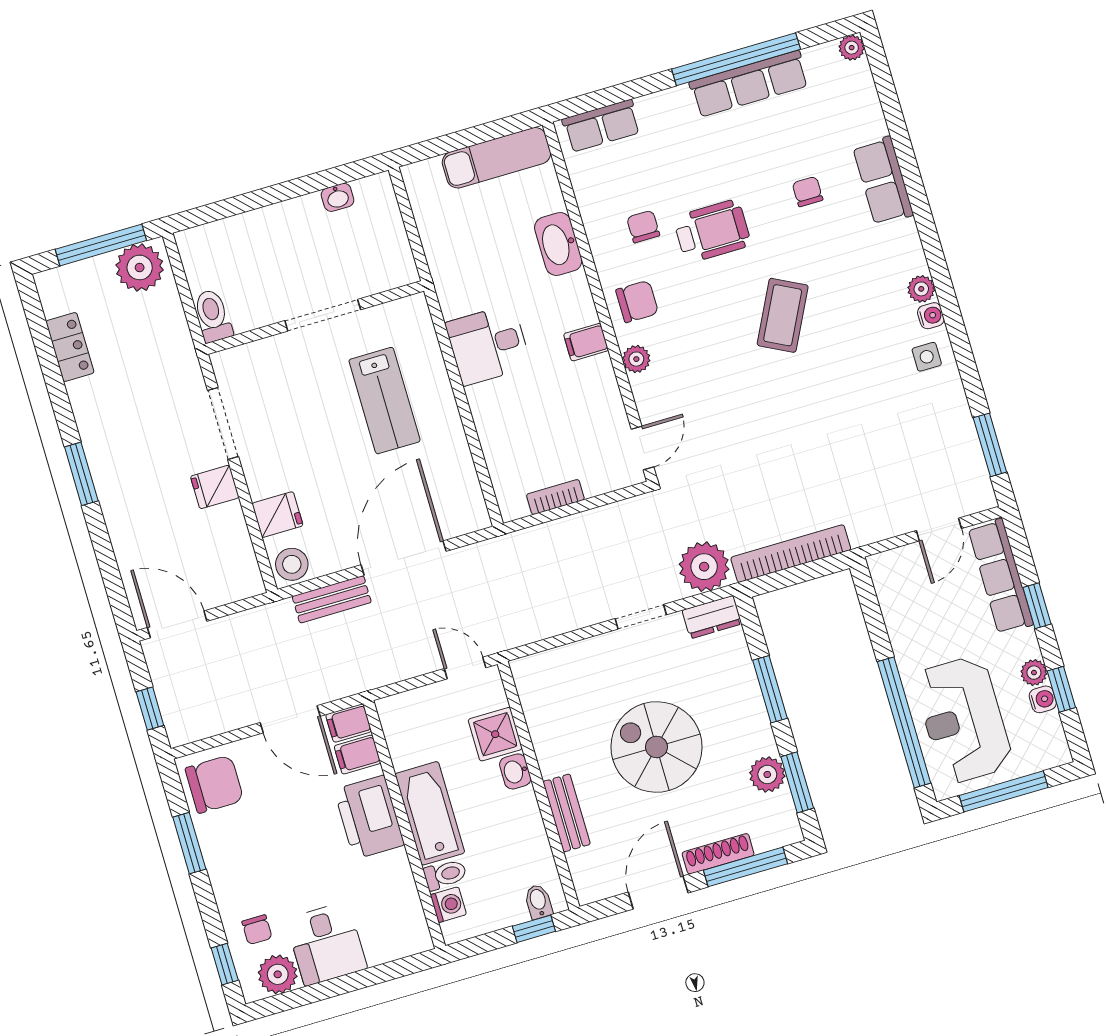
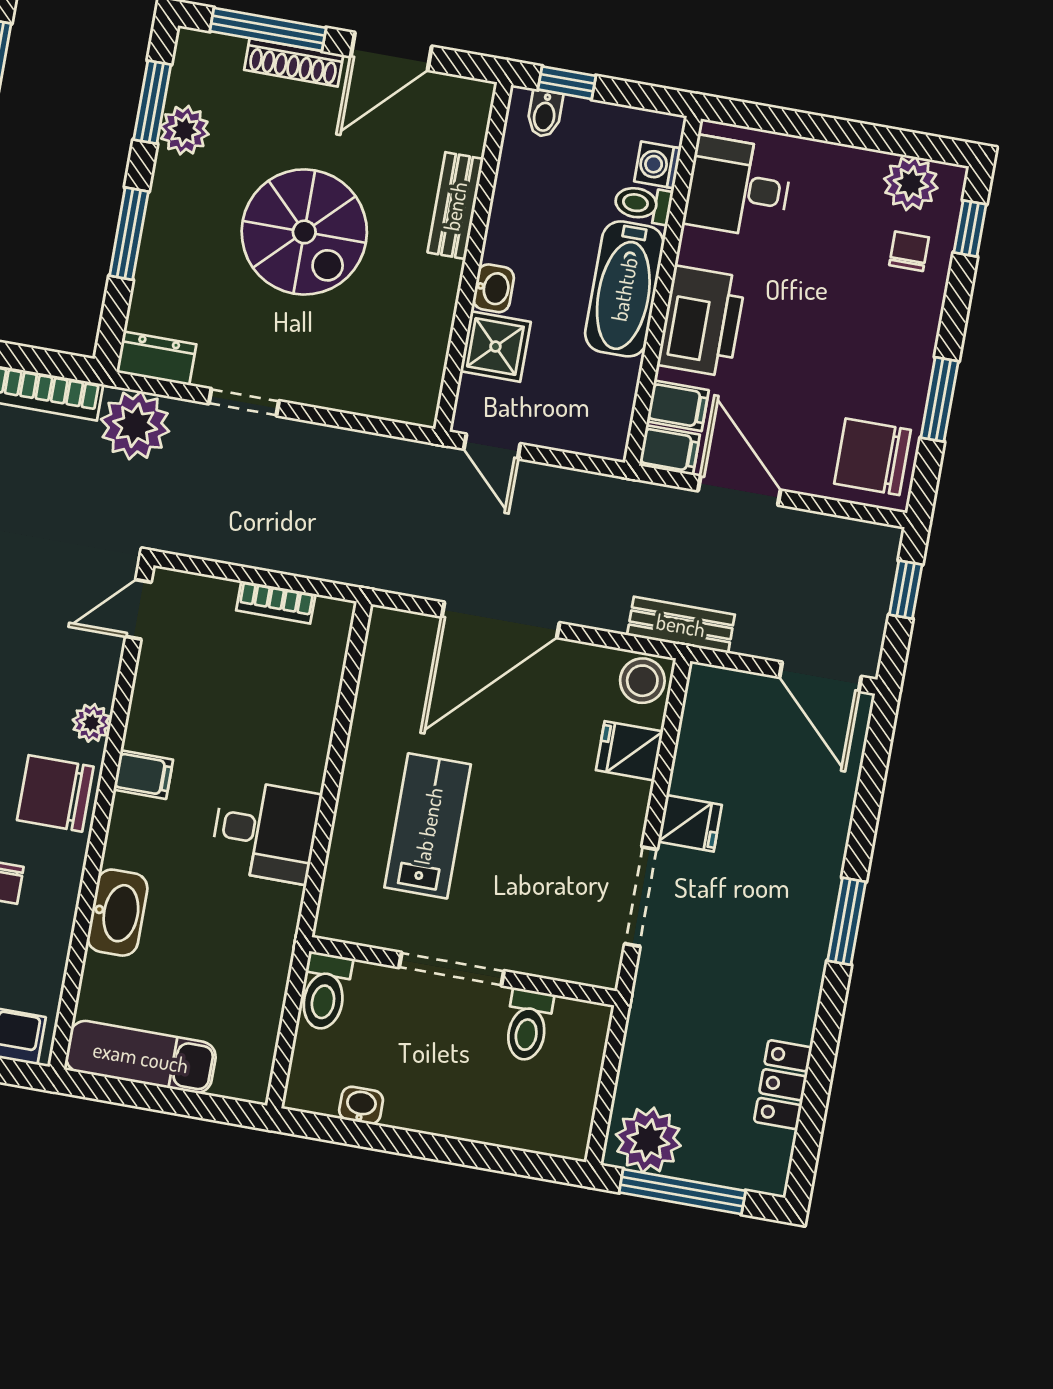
toilet: (398, 260) -> (325, 992), added
chair: (637, 302) -> (55, 793), width x1.37, depth x1.37
toilet: (213, 316) -> (528, 1025), moved
bench: (332, 599) -> (681, 625), moved
desk: (326, 944) -> (738, 187), moved, turned -90

